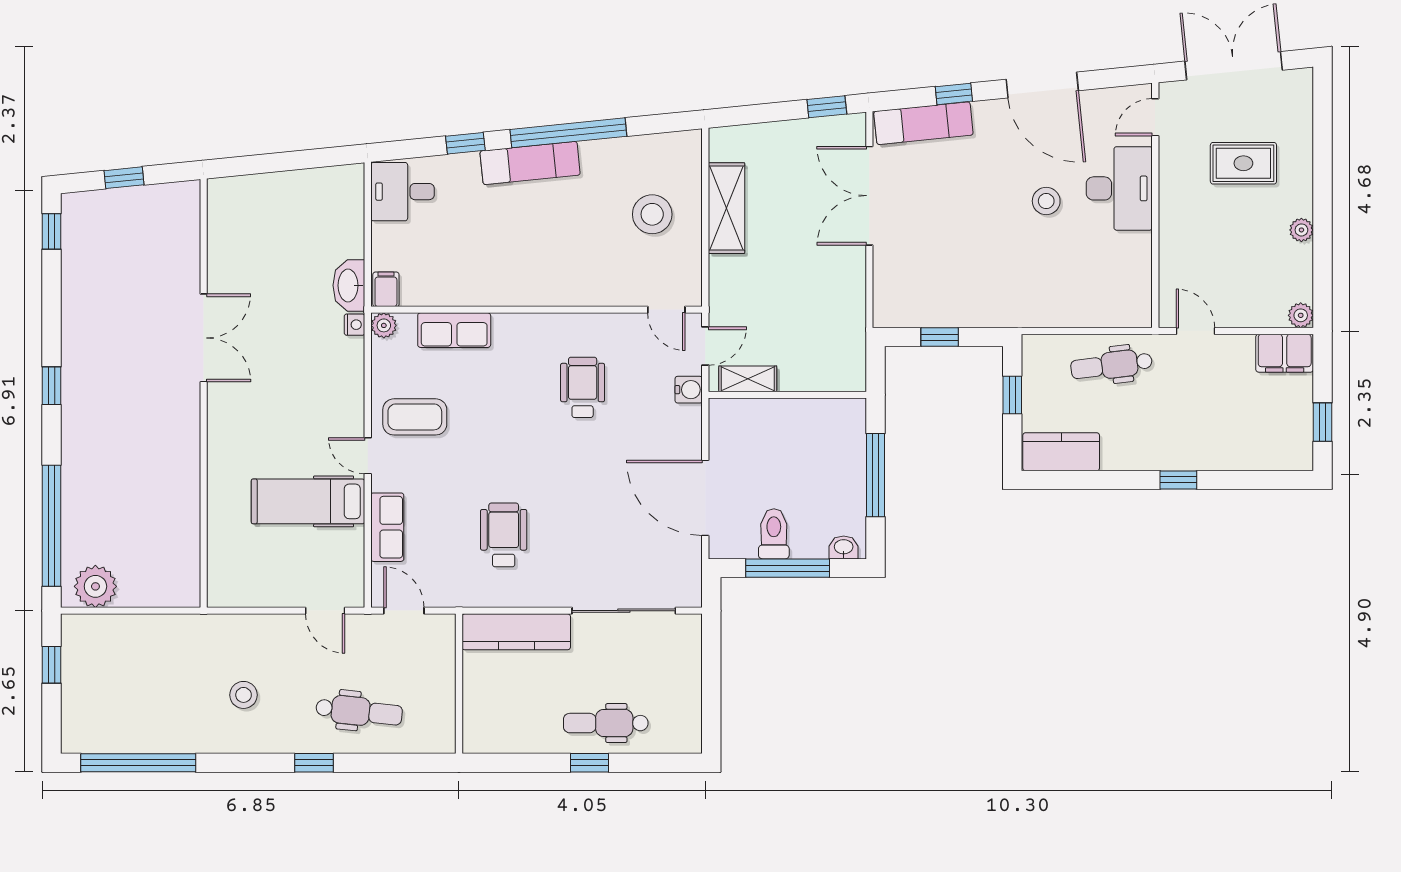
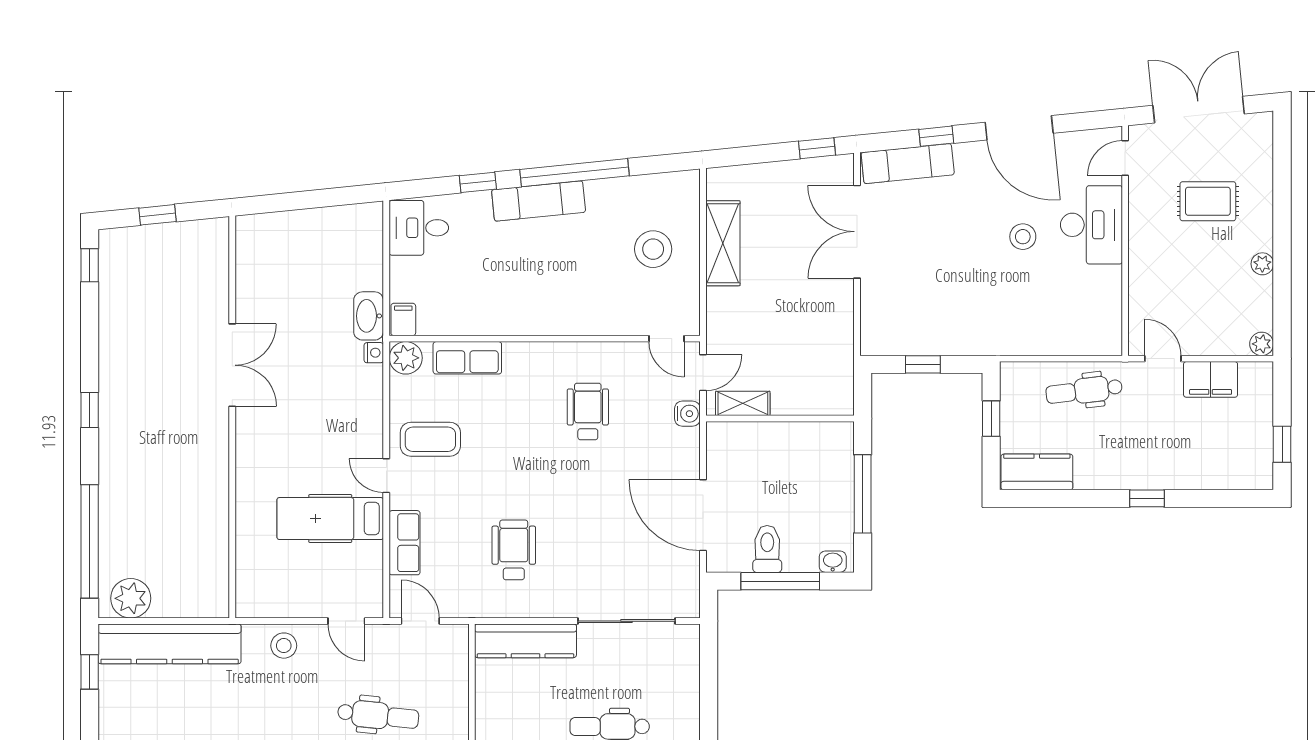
plant: (384, 325) -> (406, 358), width x1.38, depth x1.38
filing cabinet: (1285, 353) -> (1211, 379), moved
kitchen counter: (137, 635) -> (170, 644), added
stool: (244, 695) -> (284, 646), moved

